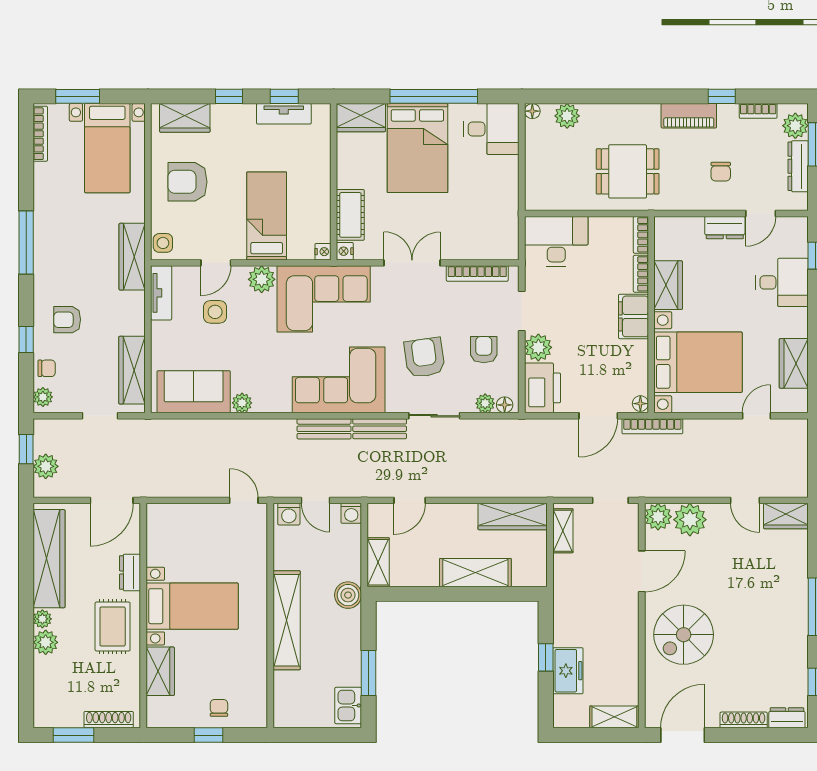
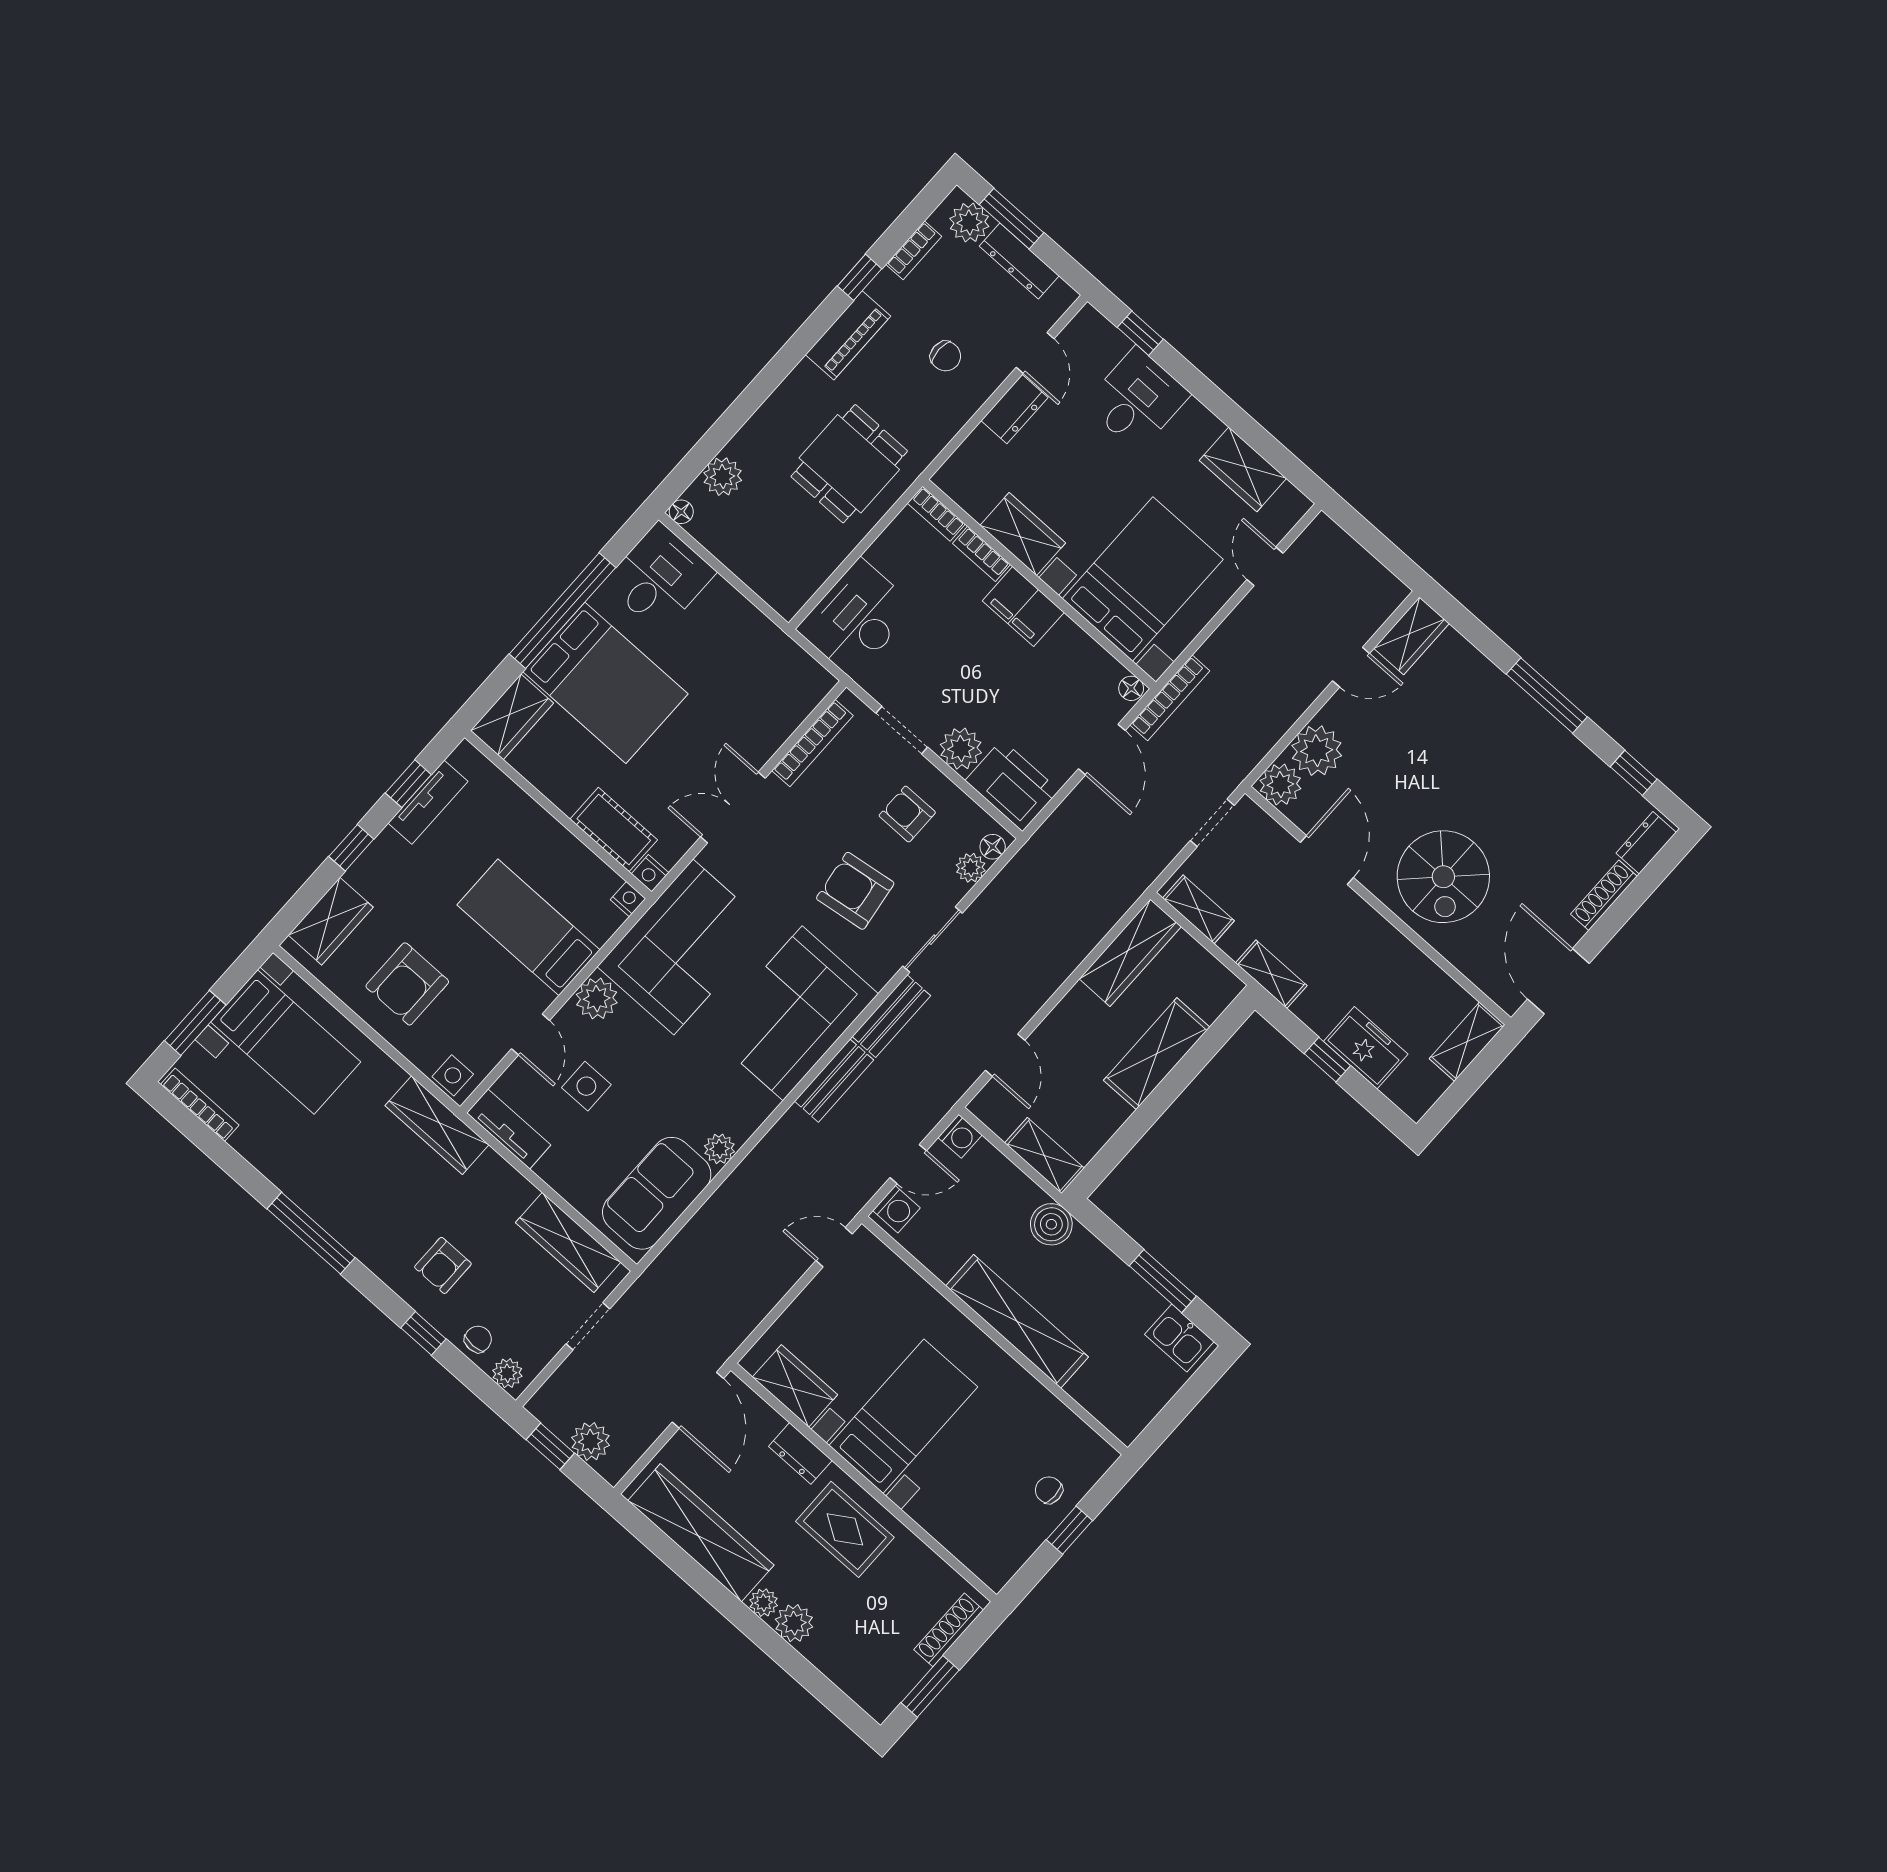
shelving: (563, 594) -> (1271, 974), added
wardrobe: (160, 671) -> (795, 1386), moved

